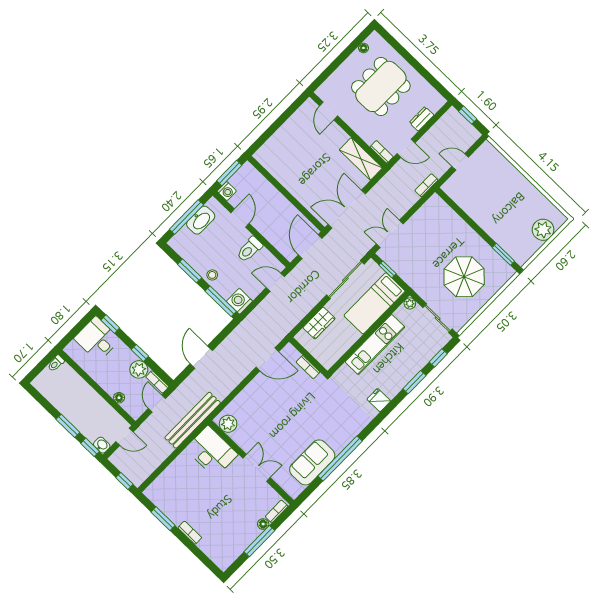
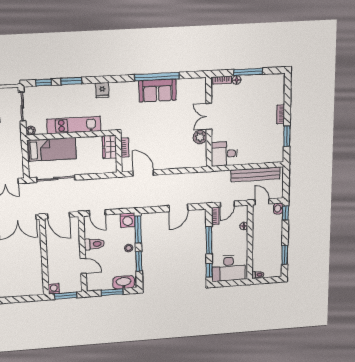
washing machine: (227, 191) -> (54, 289), moved
window: (186, 217) -> (112, 292), width x0.69
door: (240, 218) -> (83, 266), swing flipped
washbasin: (201, 220) -> (124, 282), moved
door: (310, 247) -> (59, 215), hinge flipped
window: (387, 269) -> (26, 162), removed
wardrobe: (319, 323) -> (109, 147), moved, turned -90
desk: (97, 339) -> (228, 268), width x1.37
window: (140, 353) -> (209, 240), width x2.17
plant: (139, 369) -> (218, 232), removed
bench: (193, 420) -> (256, 174), moved
plant: (228, 424) -> (200, 137), moved
window: (68, 426) -> (285, 255), moved
desk: (211, 452) -> (224, 154), width x0.73
sofa: (312, 462) -> (157, 90), moved
window: (124, 481) -> (286, 177), removed

